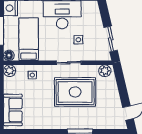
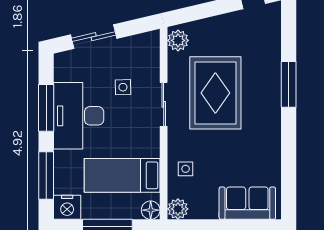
sliding door: (111, 39) -> (94, 37), moved

